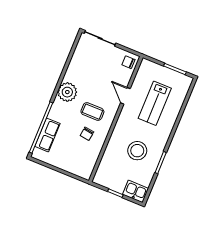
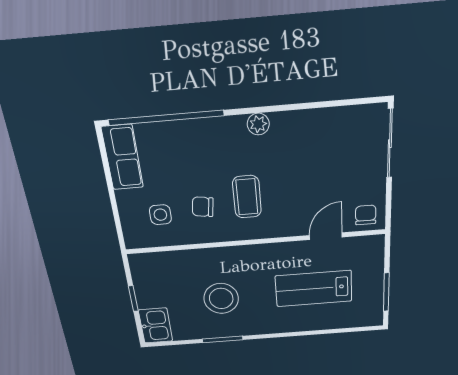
plant: (67, 92) -> (258, 124), width x0.53, depth x0.53
door: (125, 96) -> (326, 236), moved
row of seats: (47, 135) -> (122, 157), moved, turned -90
side table: (81, 155) -> (160, 215), added

